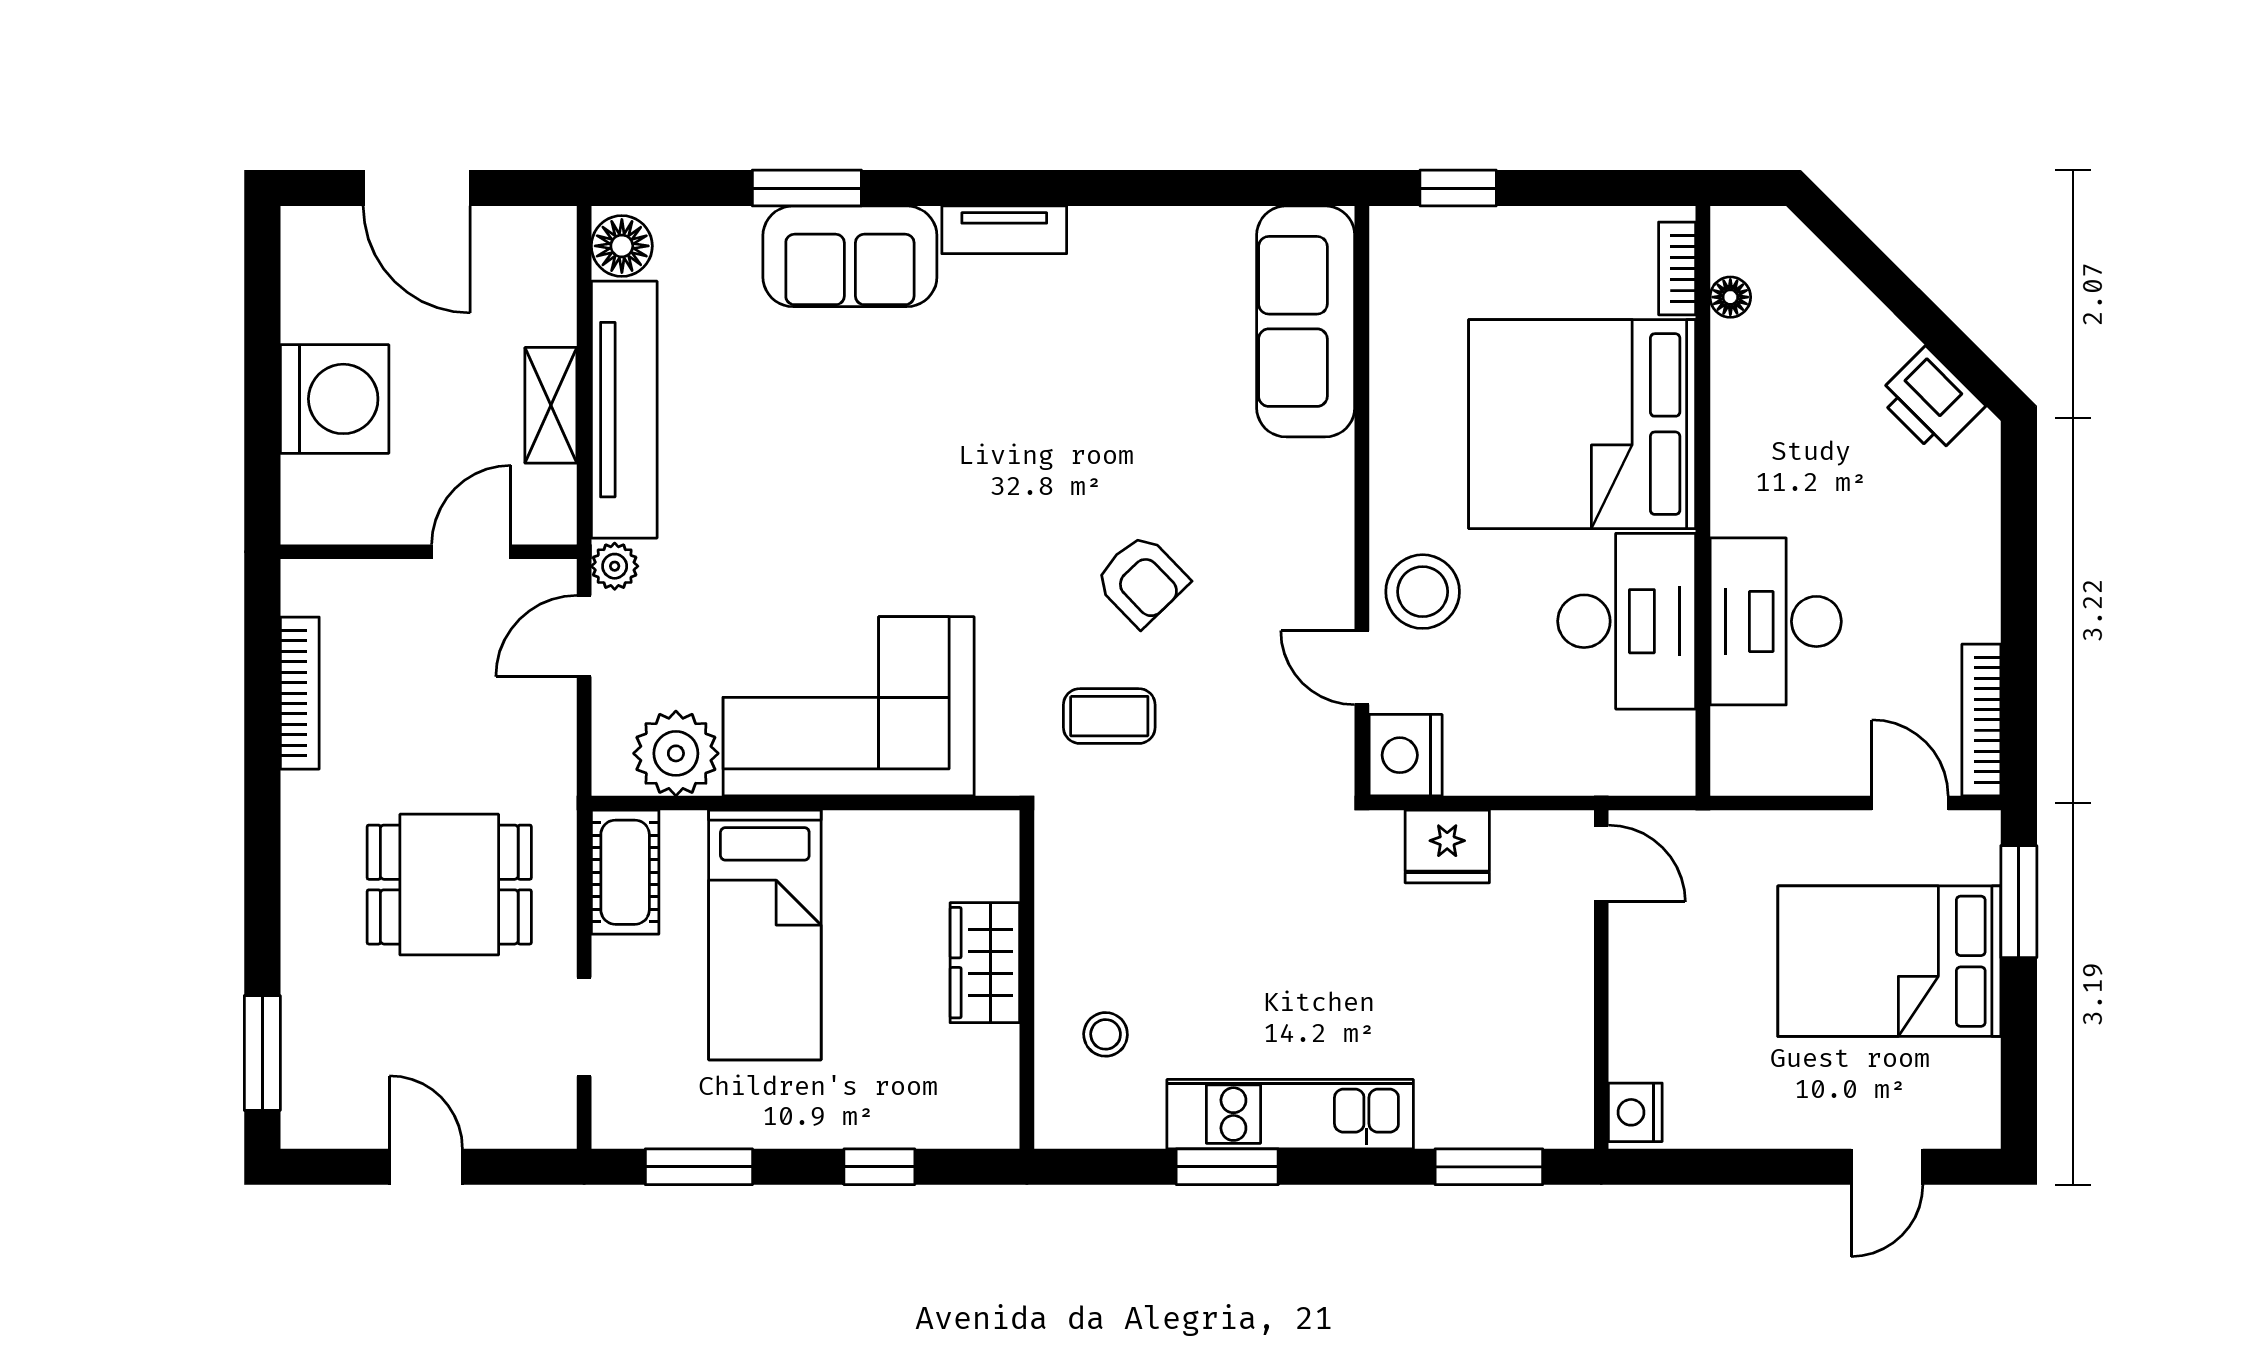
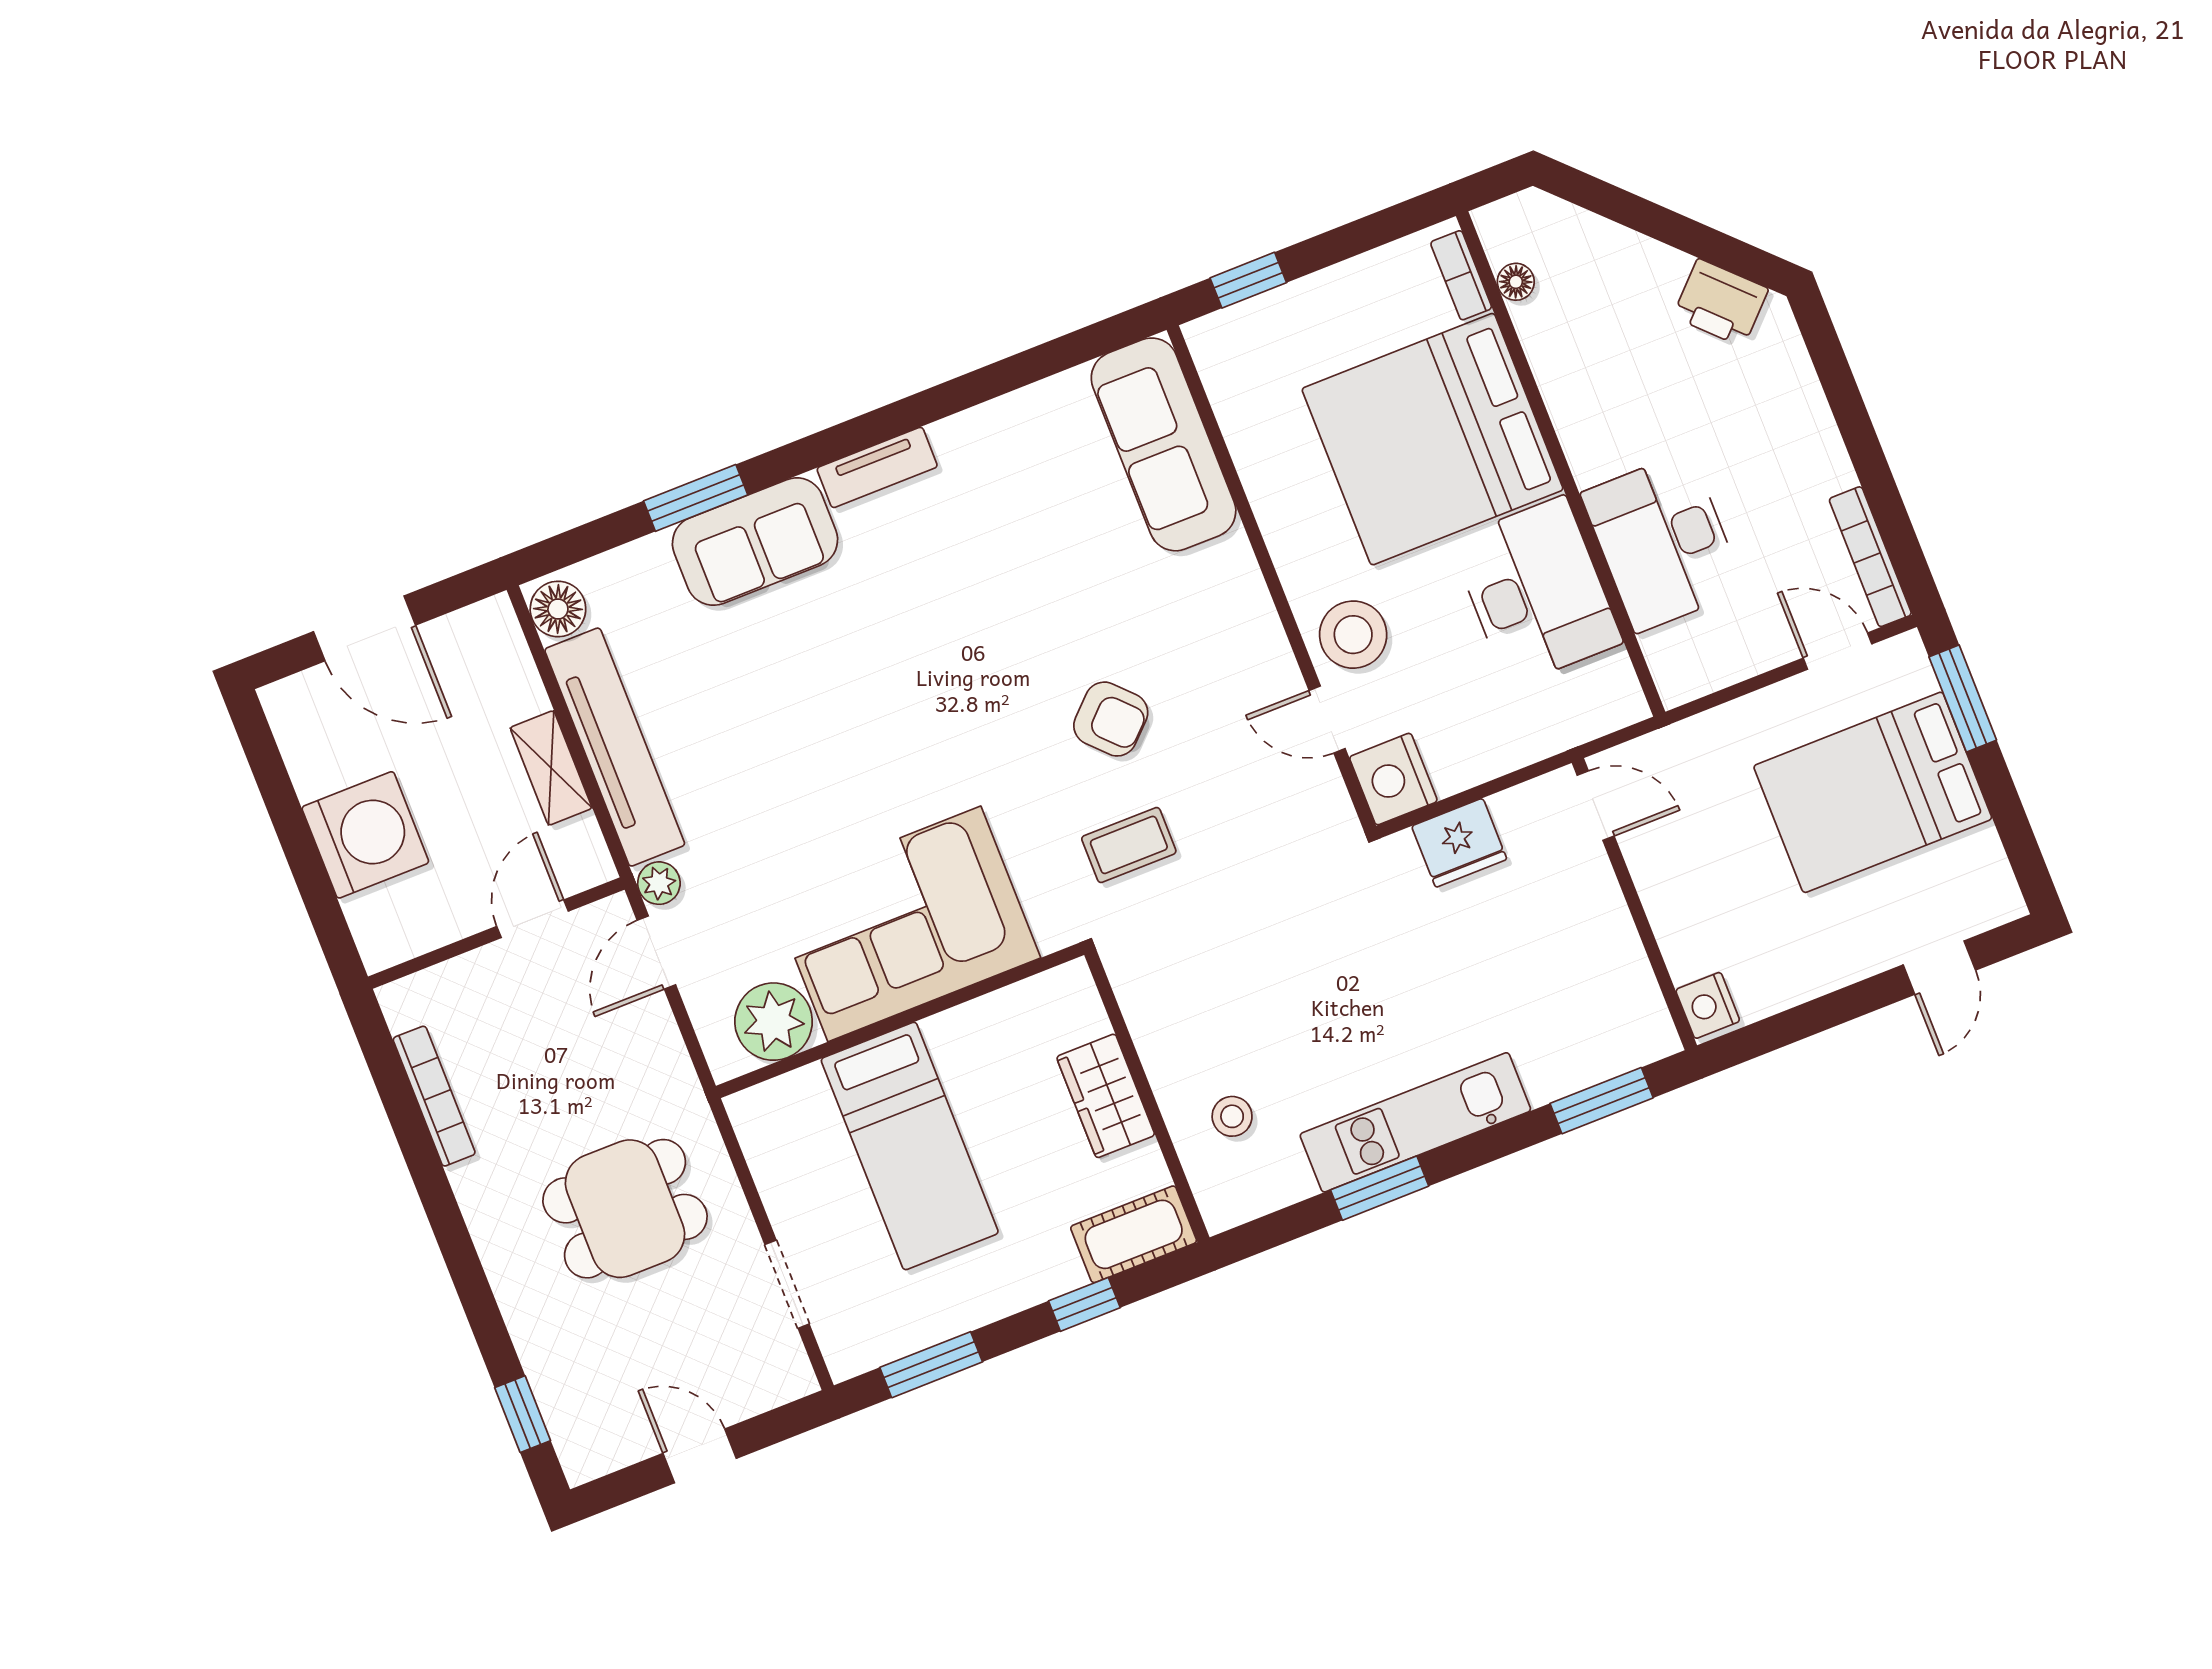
cot: (625, 872) -> (1134, 1234), moved, turned 90
window: (262, 1053) -> (523, 1414), width x0.67

